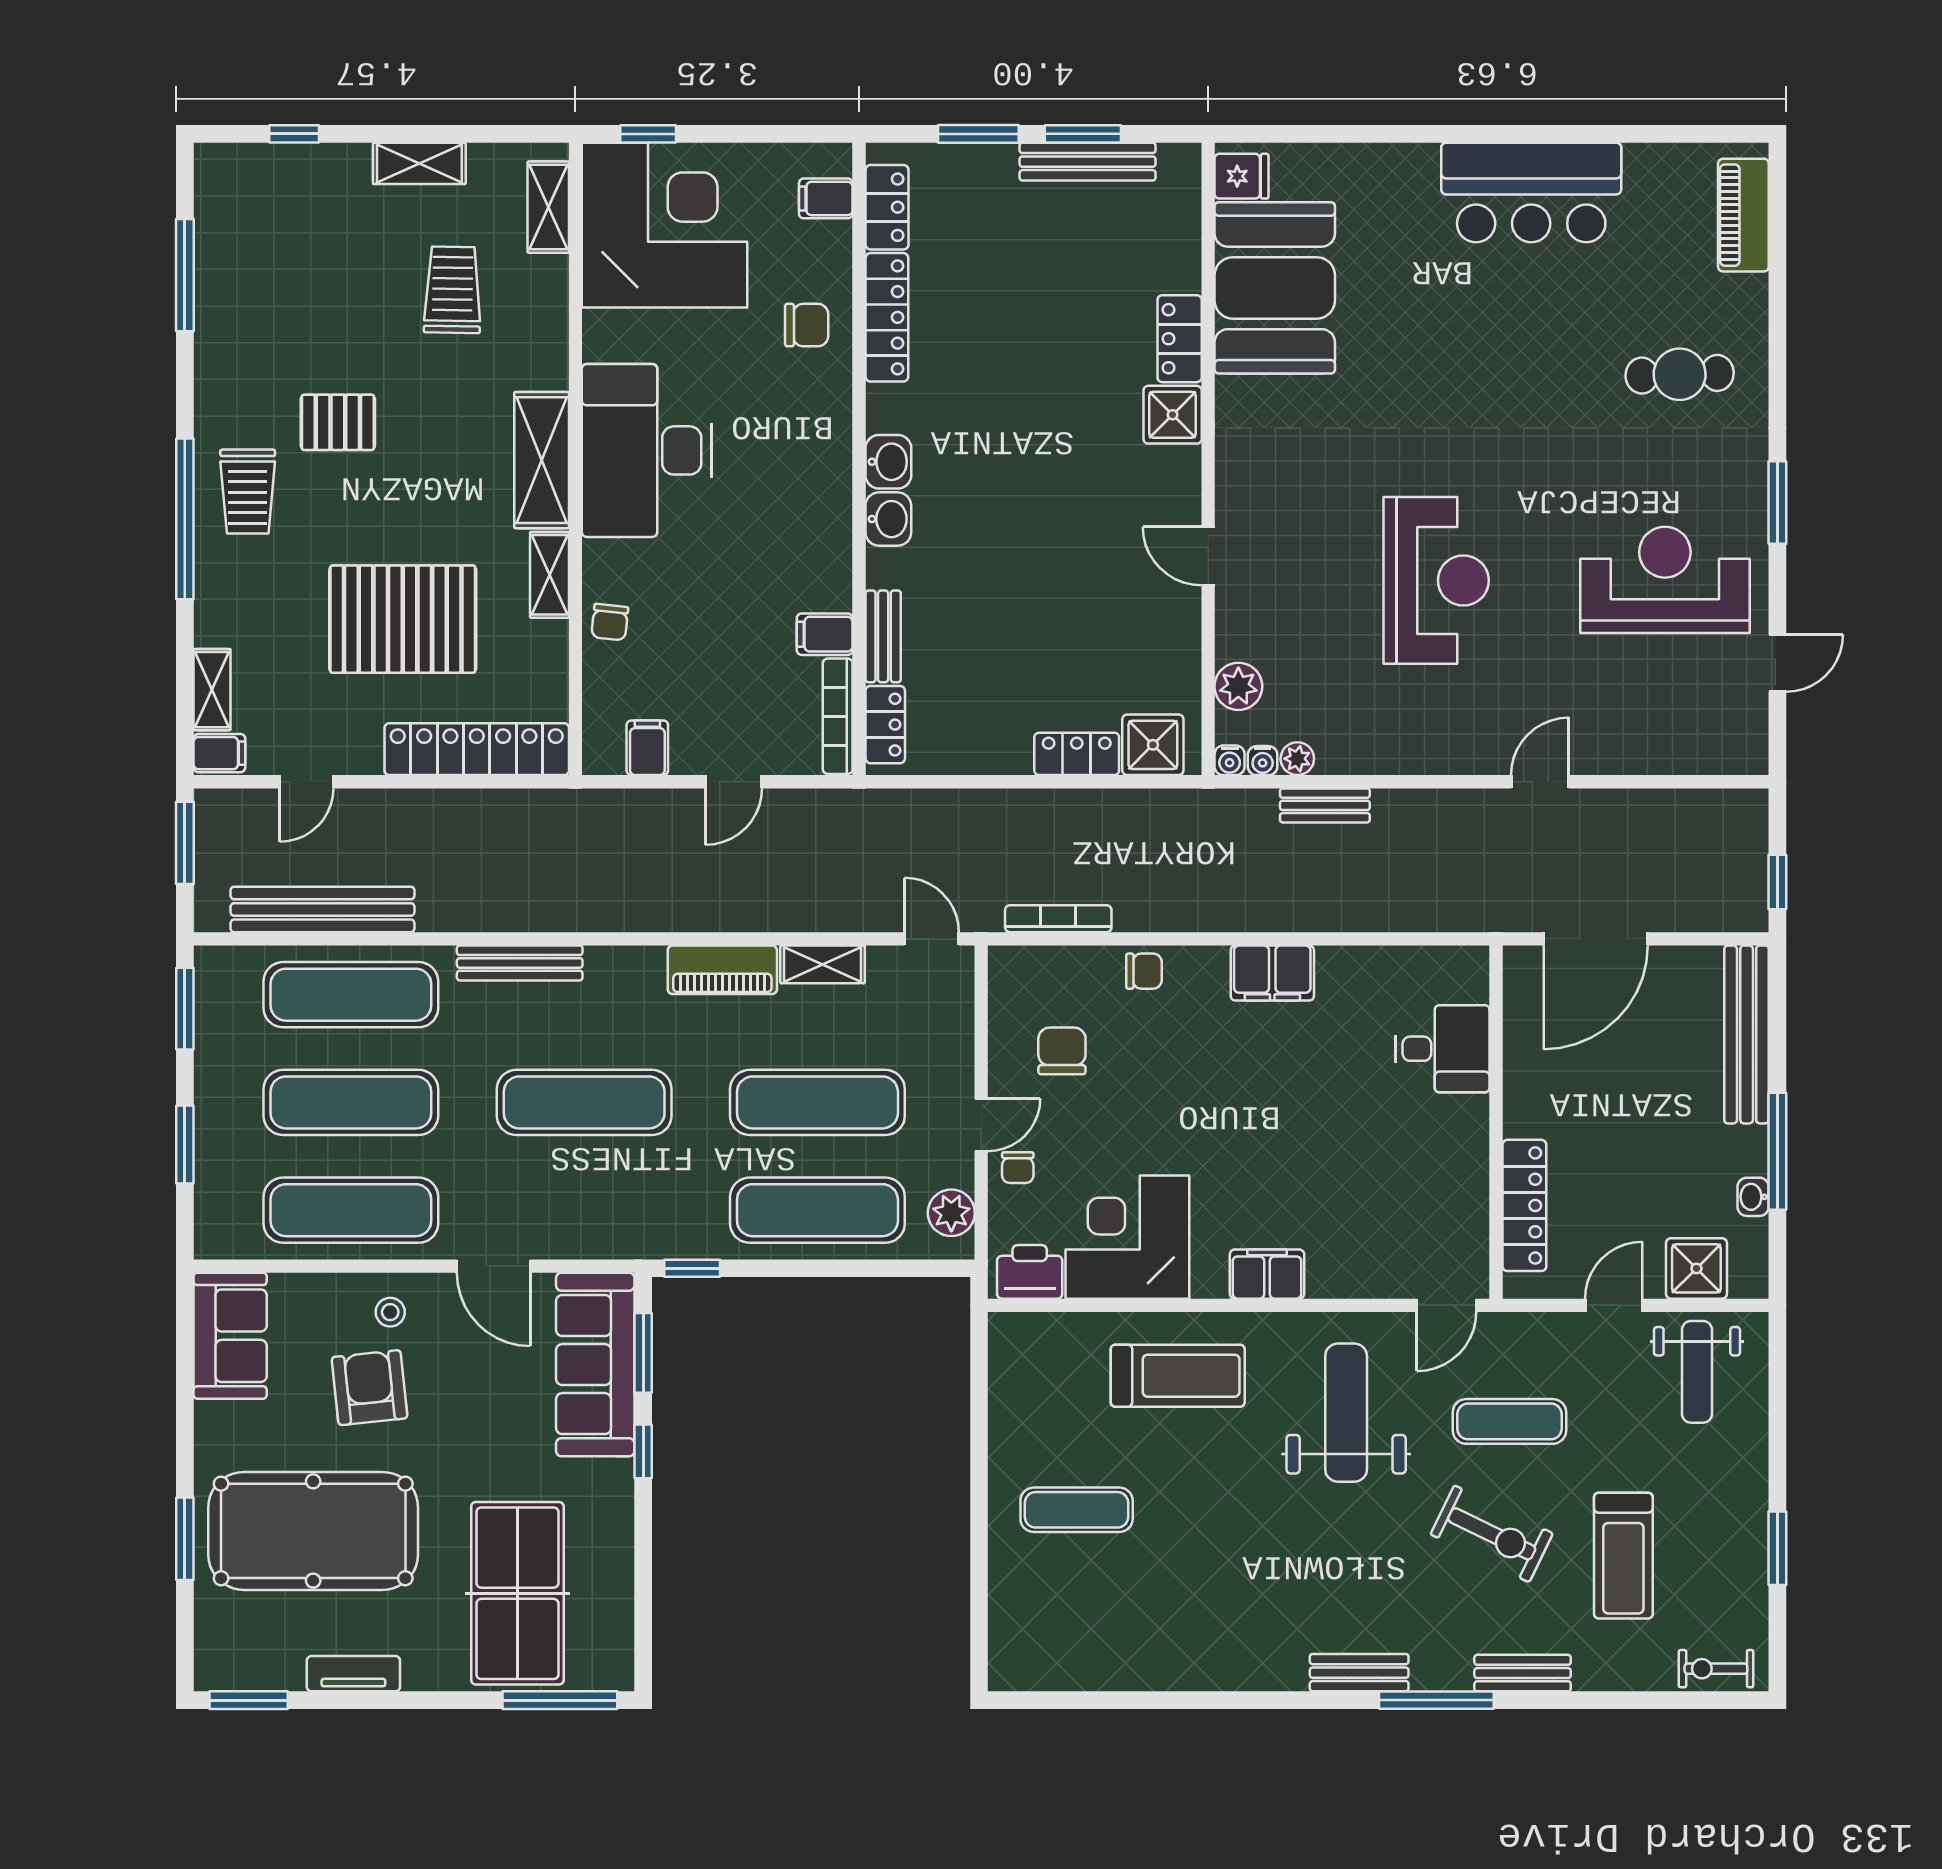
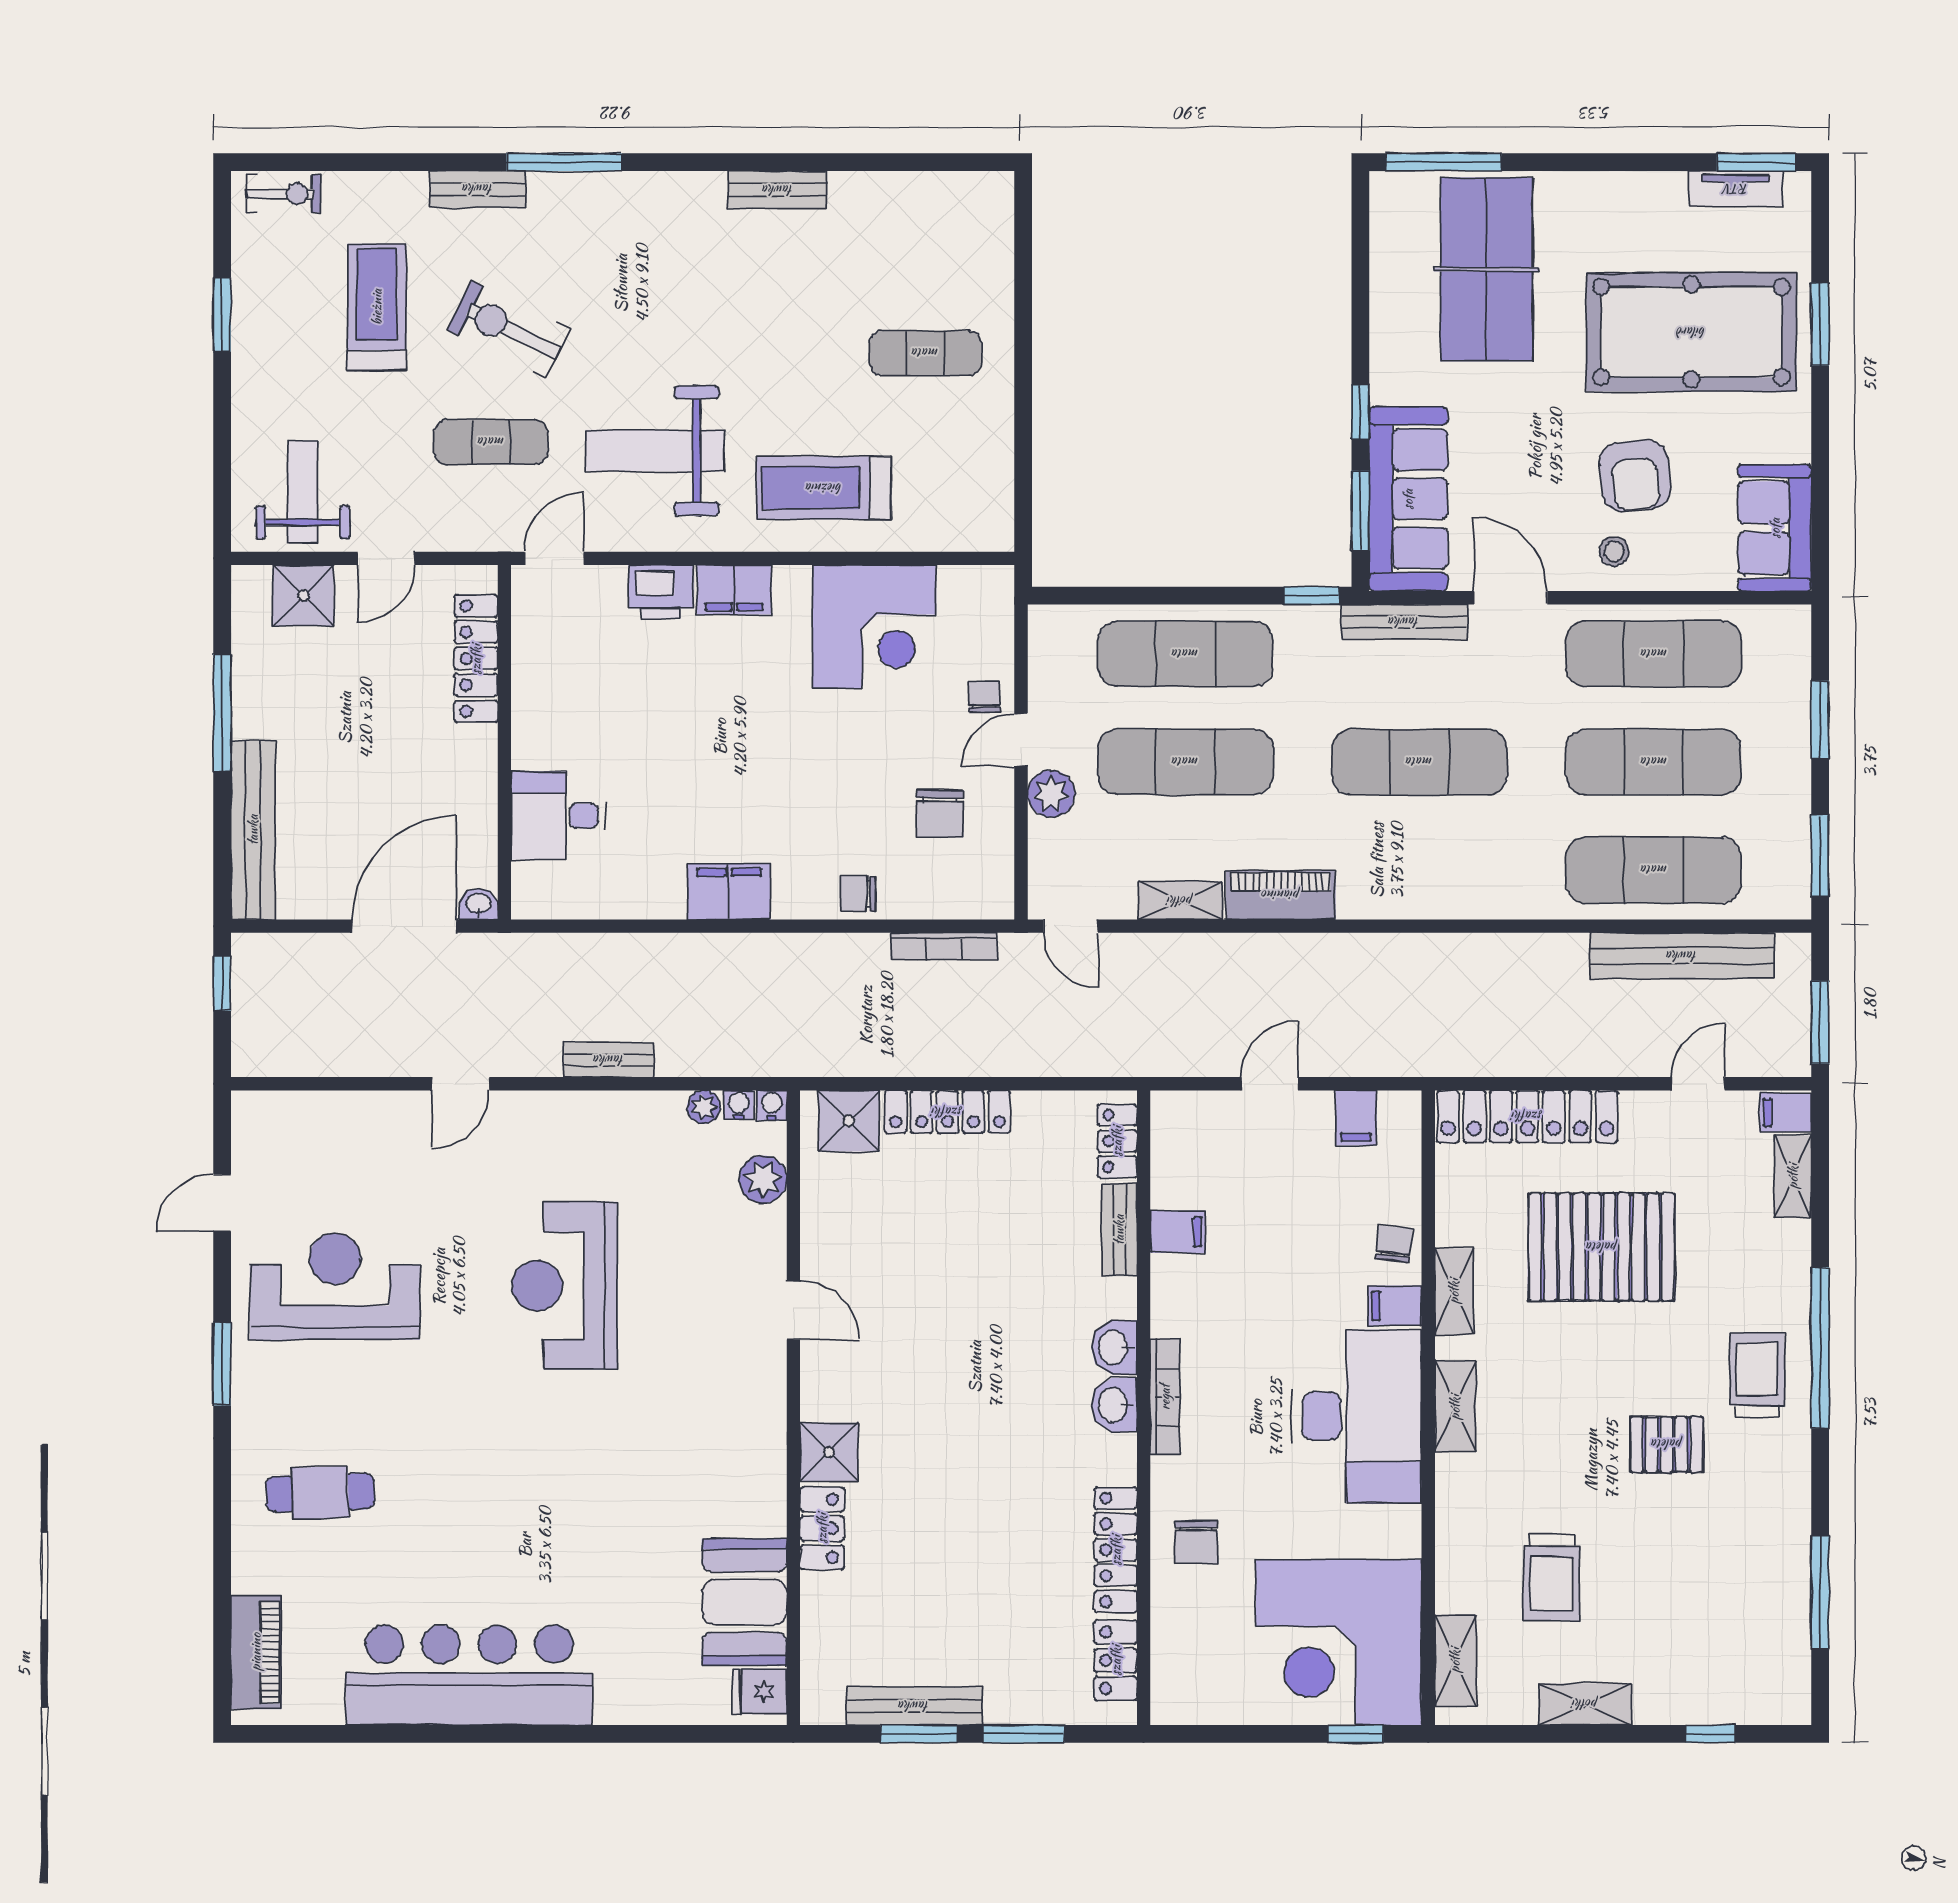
bar counter: (1531, 193) -> (469, 1675), width x1.36
filing cabinet: (826, 198) -> (1395, 1306), moved, turned 180
booth: (1275, 288) -> (744, 1602), width x0.73, depth x0.70
chair: (807, 325) -> (1196, 1542), turned -90
shelving: (542, 460) -> (1455, 1407), width x0.67, depth x0.75
reception desk: (1665, 580) -> (335, 1286), turned 180
bookcase: (838, 716) -> (1165, 1397), moved
locker: (1077, 754) -> (947, 1112), width x1.53
bench: (1325, 805) -> (609, 1060), moved
bench: (520, 963) -> (1404, 622), moved
washbasin: (1753, 1197) -> (479, 904), moved, turned -90
plant: (951, 1213) -> (1051, 794), moved
printer: (1030, 1272) -> (661, 592), moved
weight bench: (1346, 1413) -> (655, 451), turned 90
bench: (1359, 1673) -> (778, 190), moved
tv unit: (353, 1674) -> (1736, 189), moved

